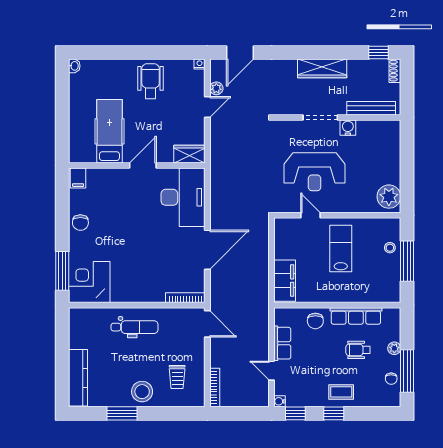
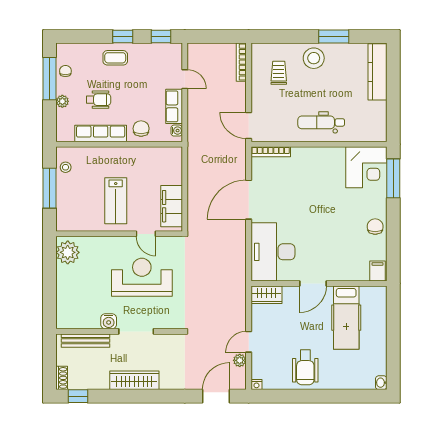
stool: (390, 248) -> (66, 167), moved
filing cabinet: (285, 281) -> (172, 206), moved
water cooler: (280, 401) -> (177, 131), moved

